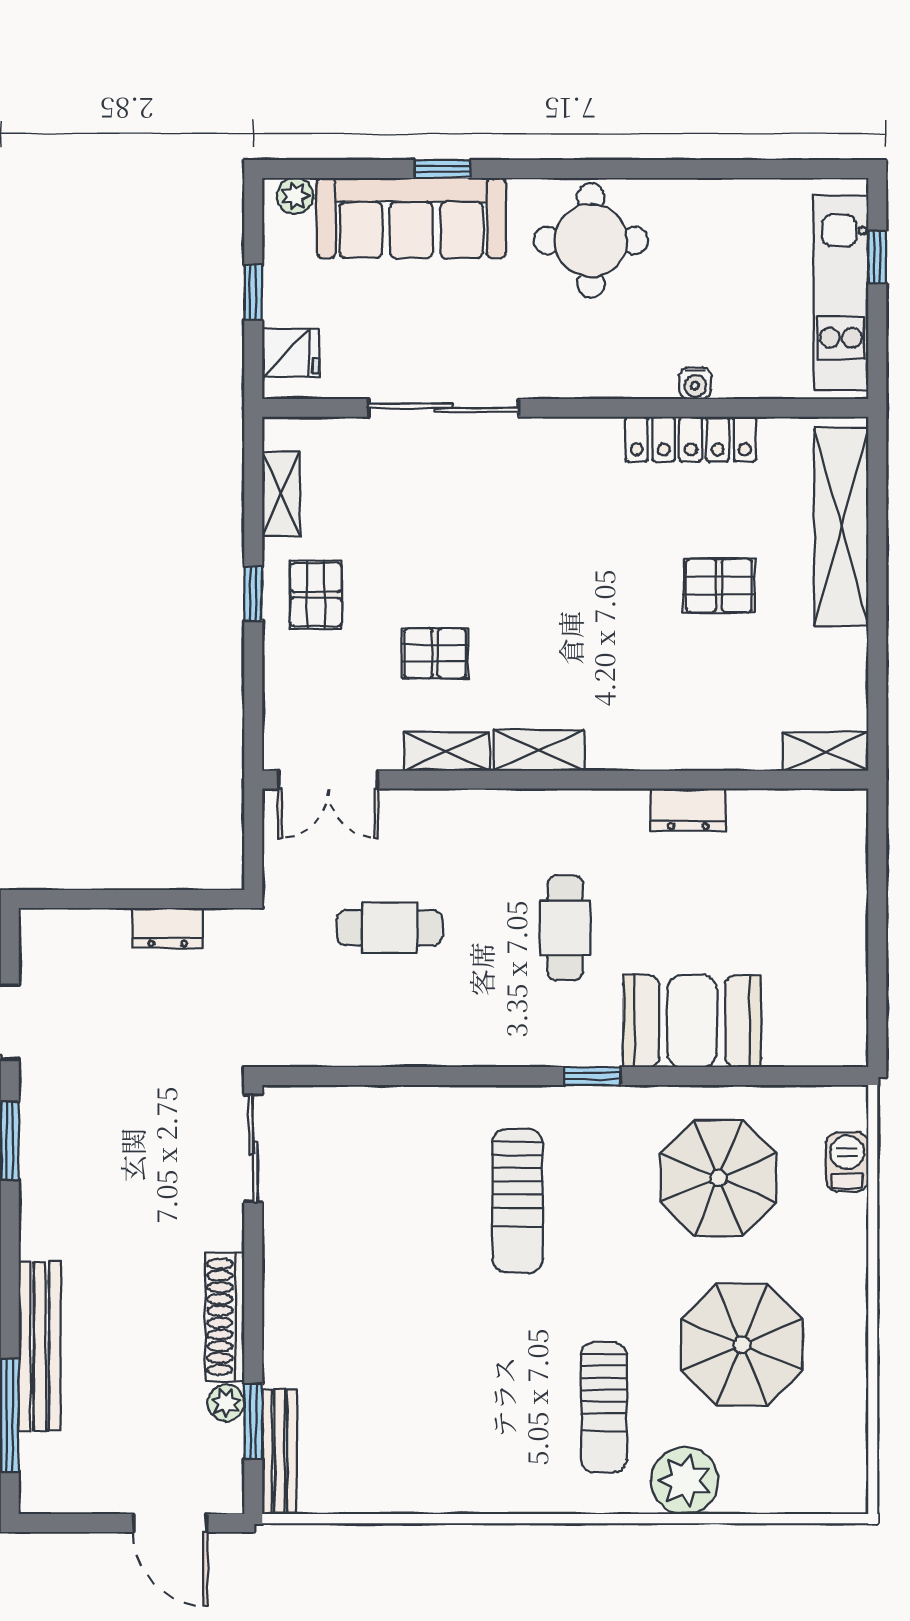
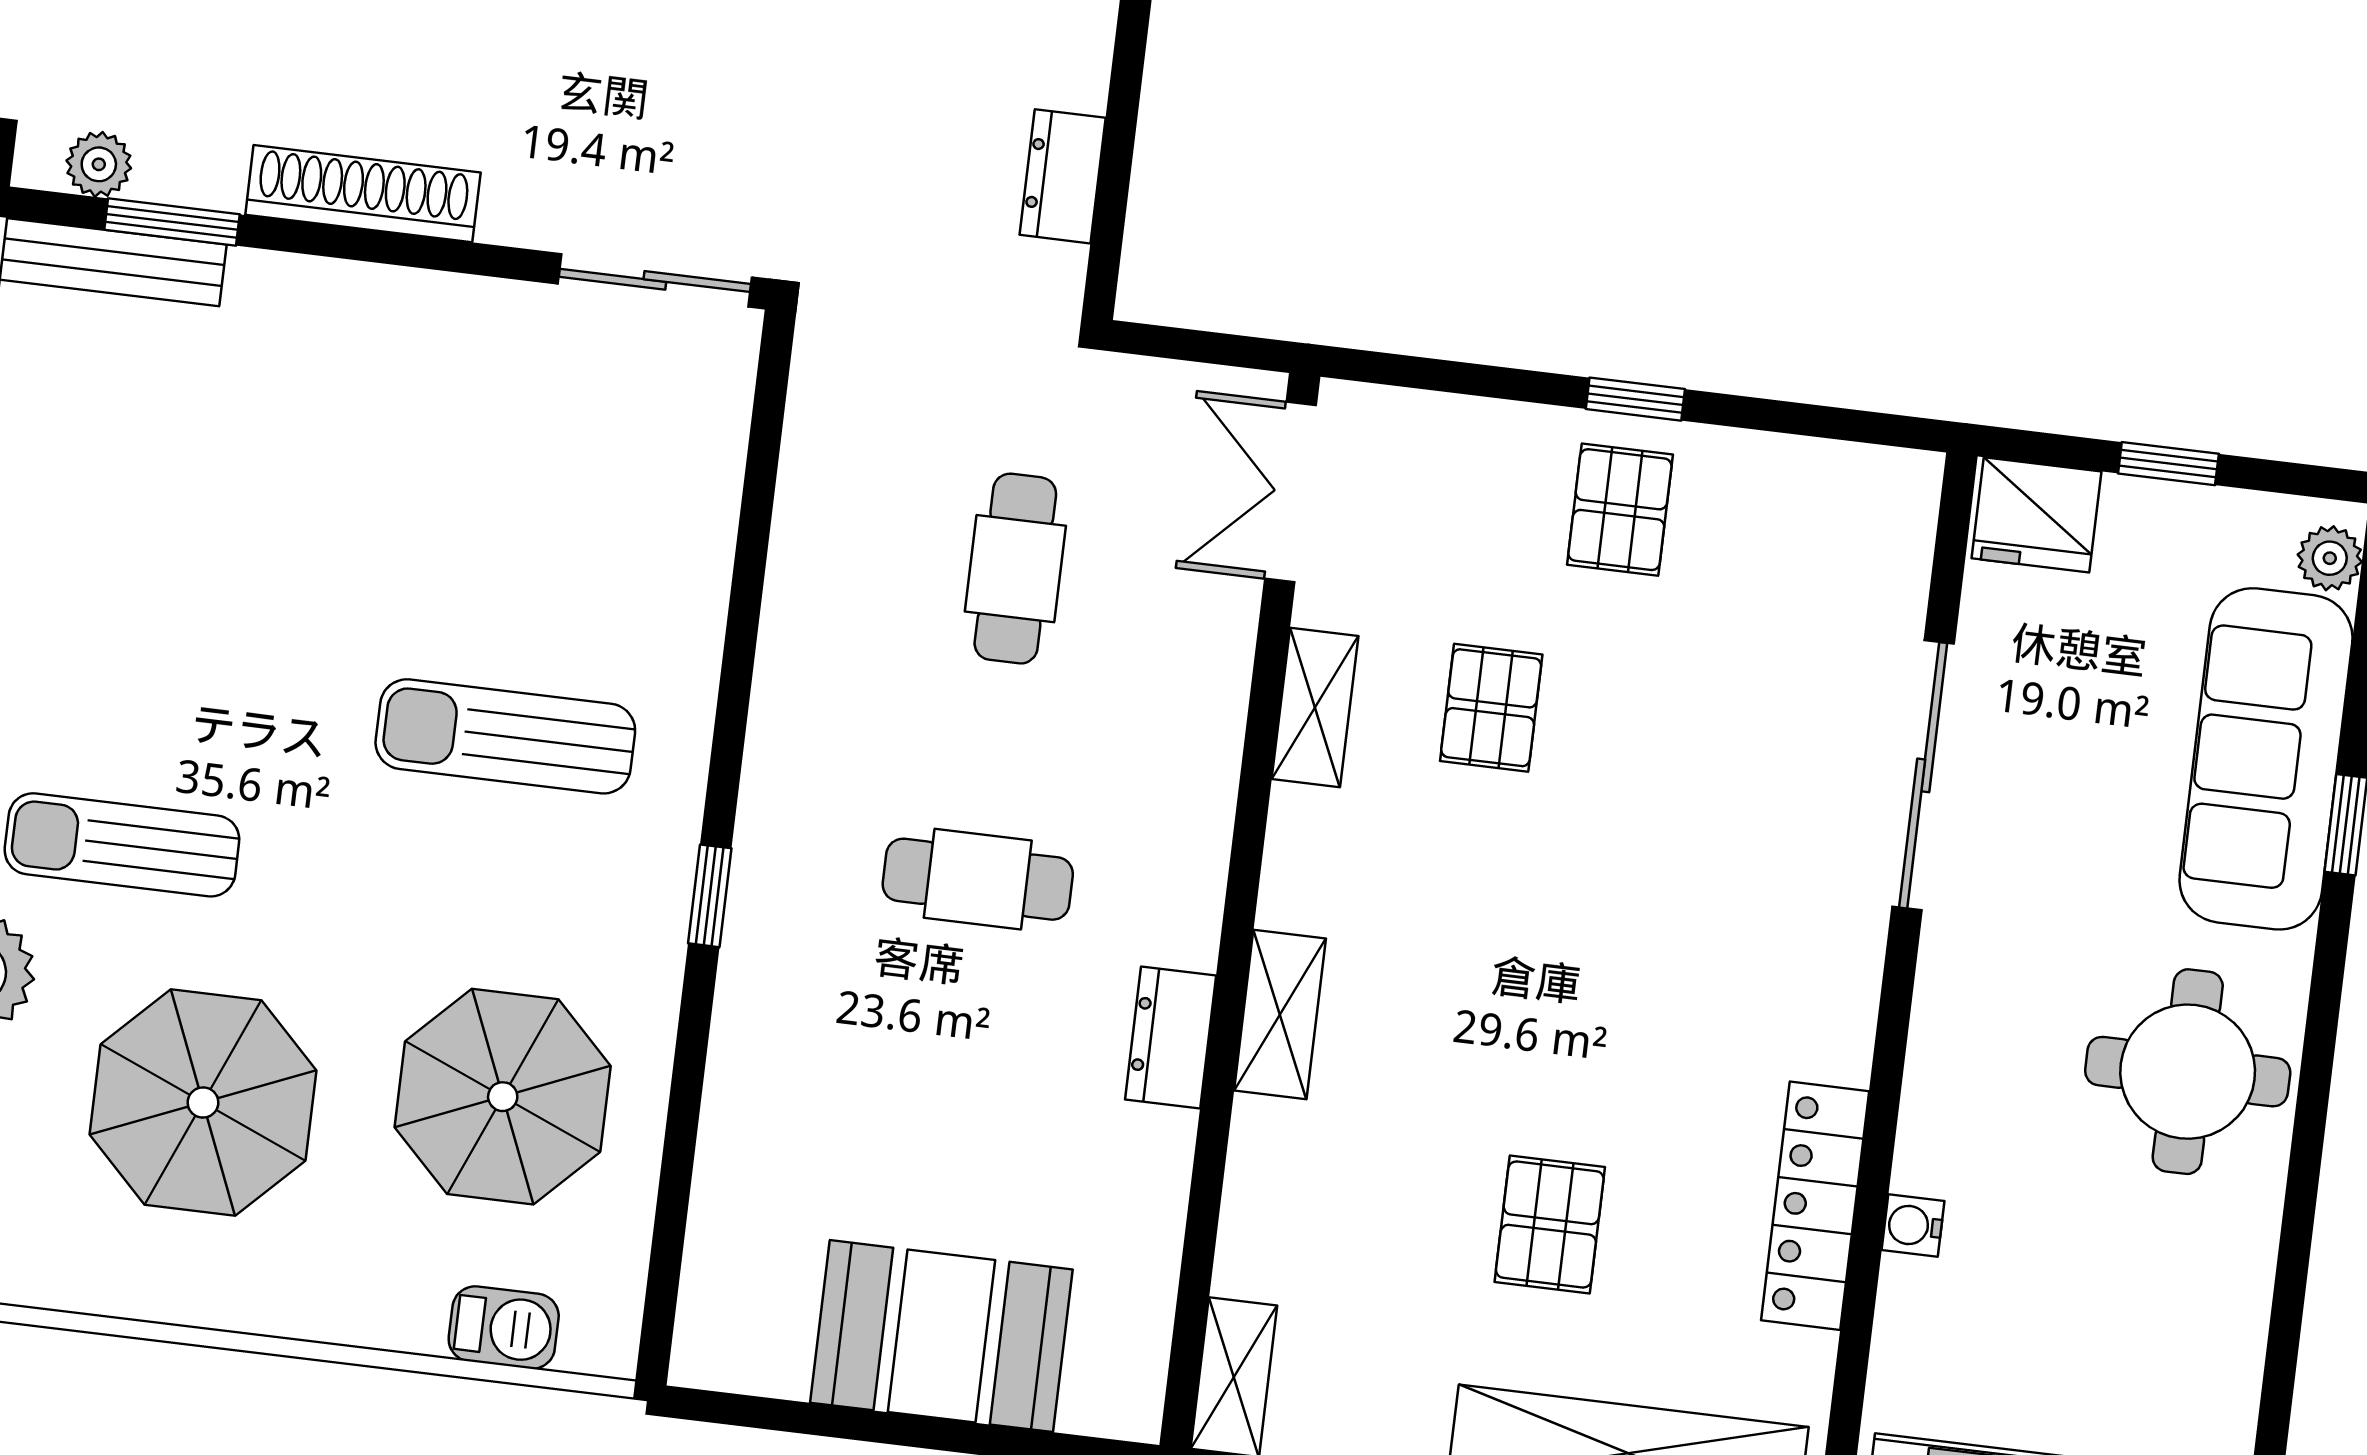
fridge: (291, 353) -> (2036, 515), width x1.38
shelving: (281, 494) -> (1806, 470), removed
pallet: (316, 595) -> (1620, 510), turned 90
shelving: (539, 750) -> (1280, 1014), moved
dresser: (688, 810) -> (1171, 1038), moved
booth: (692, 1021) -> (941, 1336), moved, turned 90
plant: (226, 1403) -> (99, 164), moved

